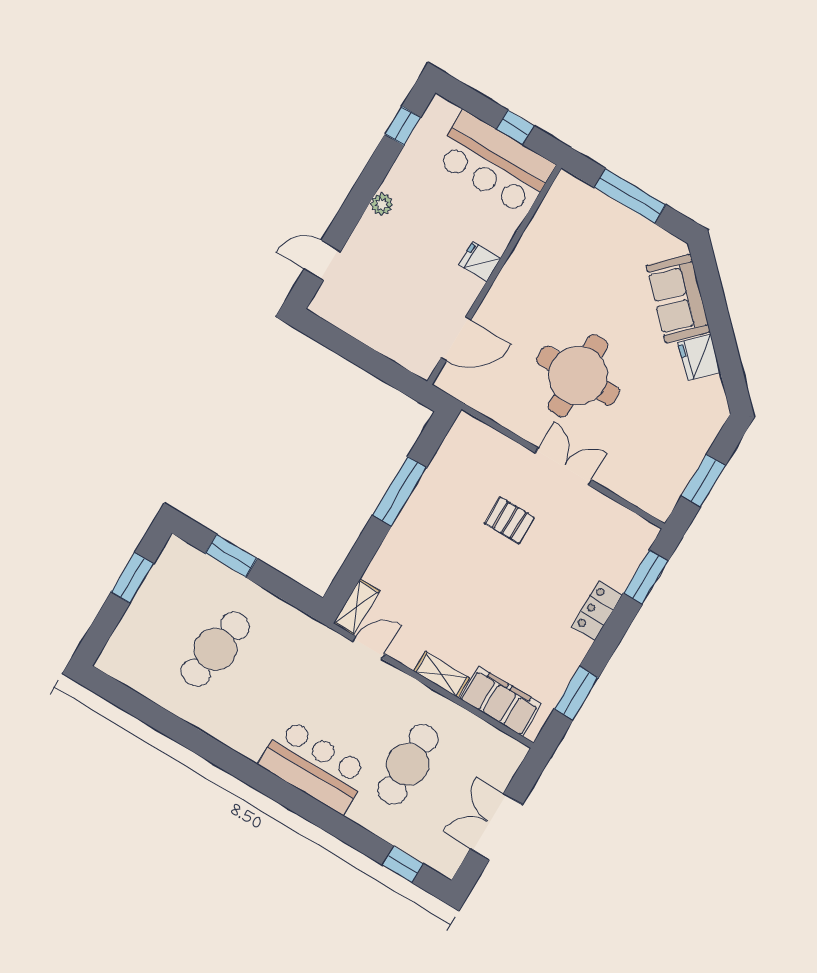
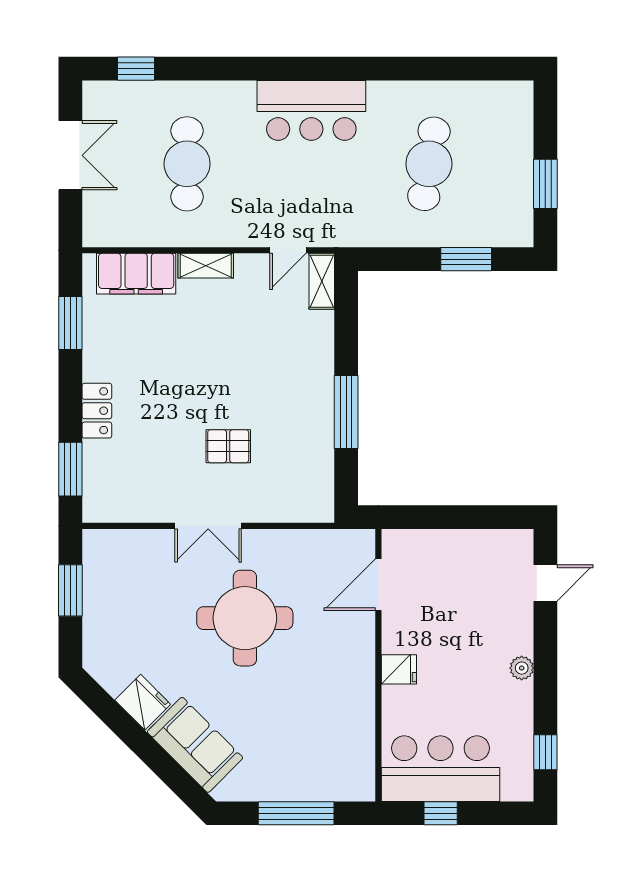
bar counter: (314, 766) -> (311, 110), moved

